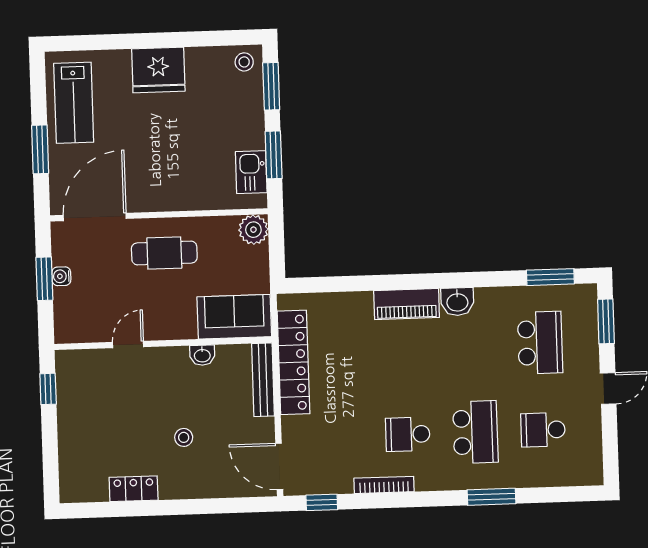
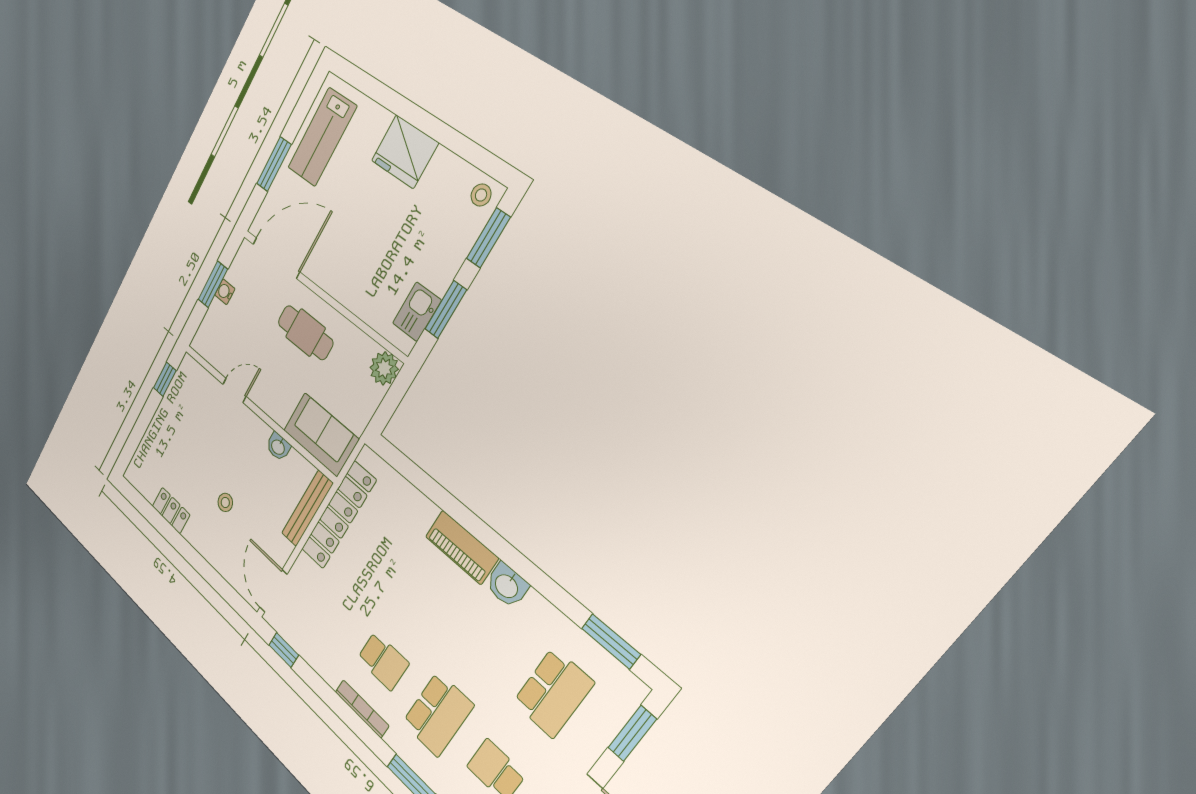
school desk: (408, 434) -> (383, 661), turned 180
bookcase: (384, 485) -> (362, 709), moved

